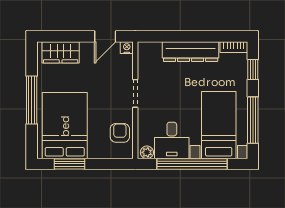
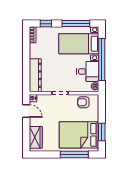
dresser: (191, 52) -> (35, 75), moved
window: (32, 100) -> (74, 154), moved

